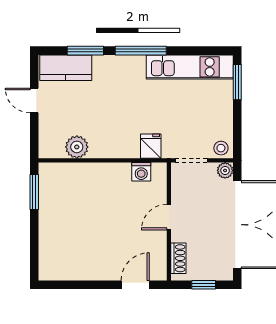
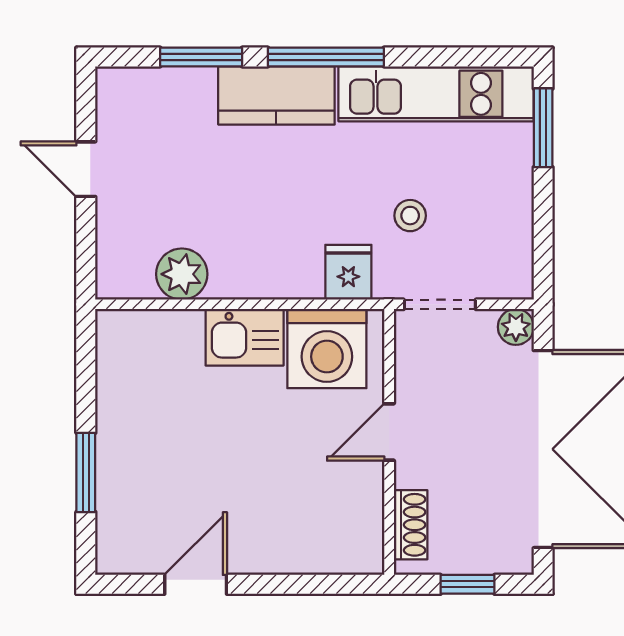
kitchen counter: (66, 68) -> (276, 95), moved
stool: (221, 148) -> (410, 216), moved
washing machine: (141, 172) -> (327, 349), width x1.89, depth x1.89
kitchen sink: (105, 175) -> (245, 337), added
window: (34, 192) -> (86, 472), moved
door: (135, 285) -> (196, 584), moved

